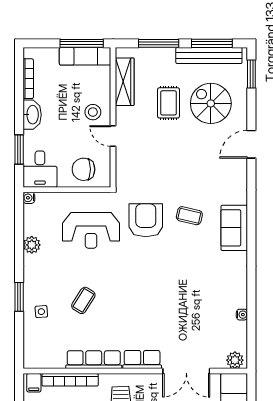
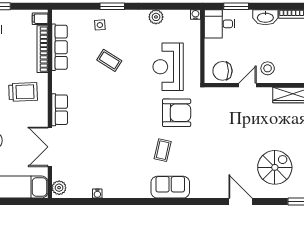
rug: (168, 103) -> (275, 132), removed
chair: (83, 169) -> (222, 71), moved, turned -90
coffee table: (189, 216) -> (163, 150), moved
row of seats: (94, 360) -> (59, 47), moved

